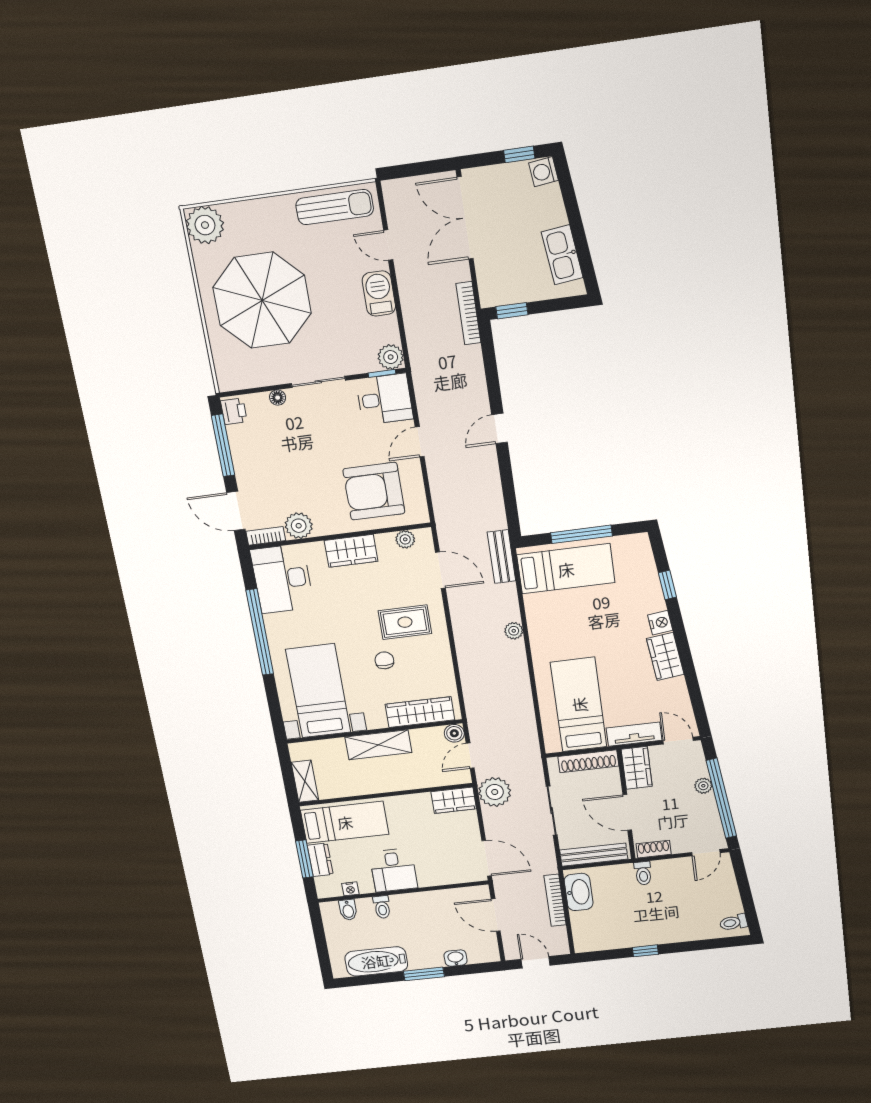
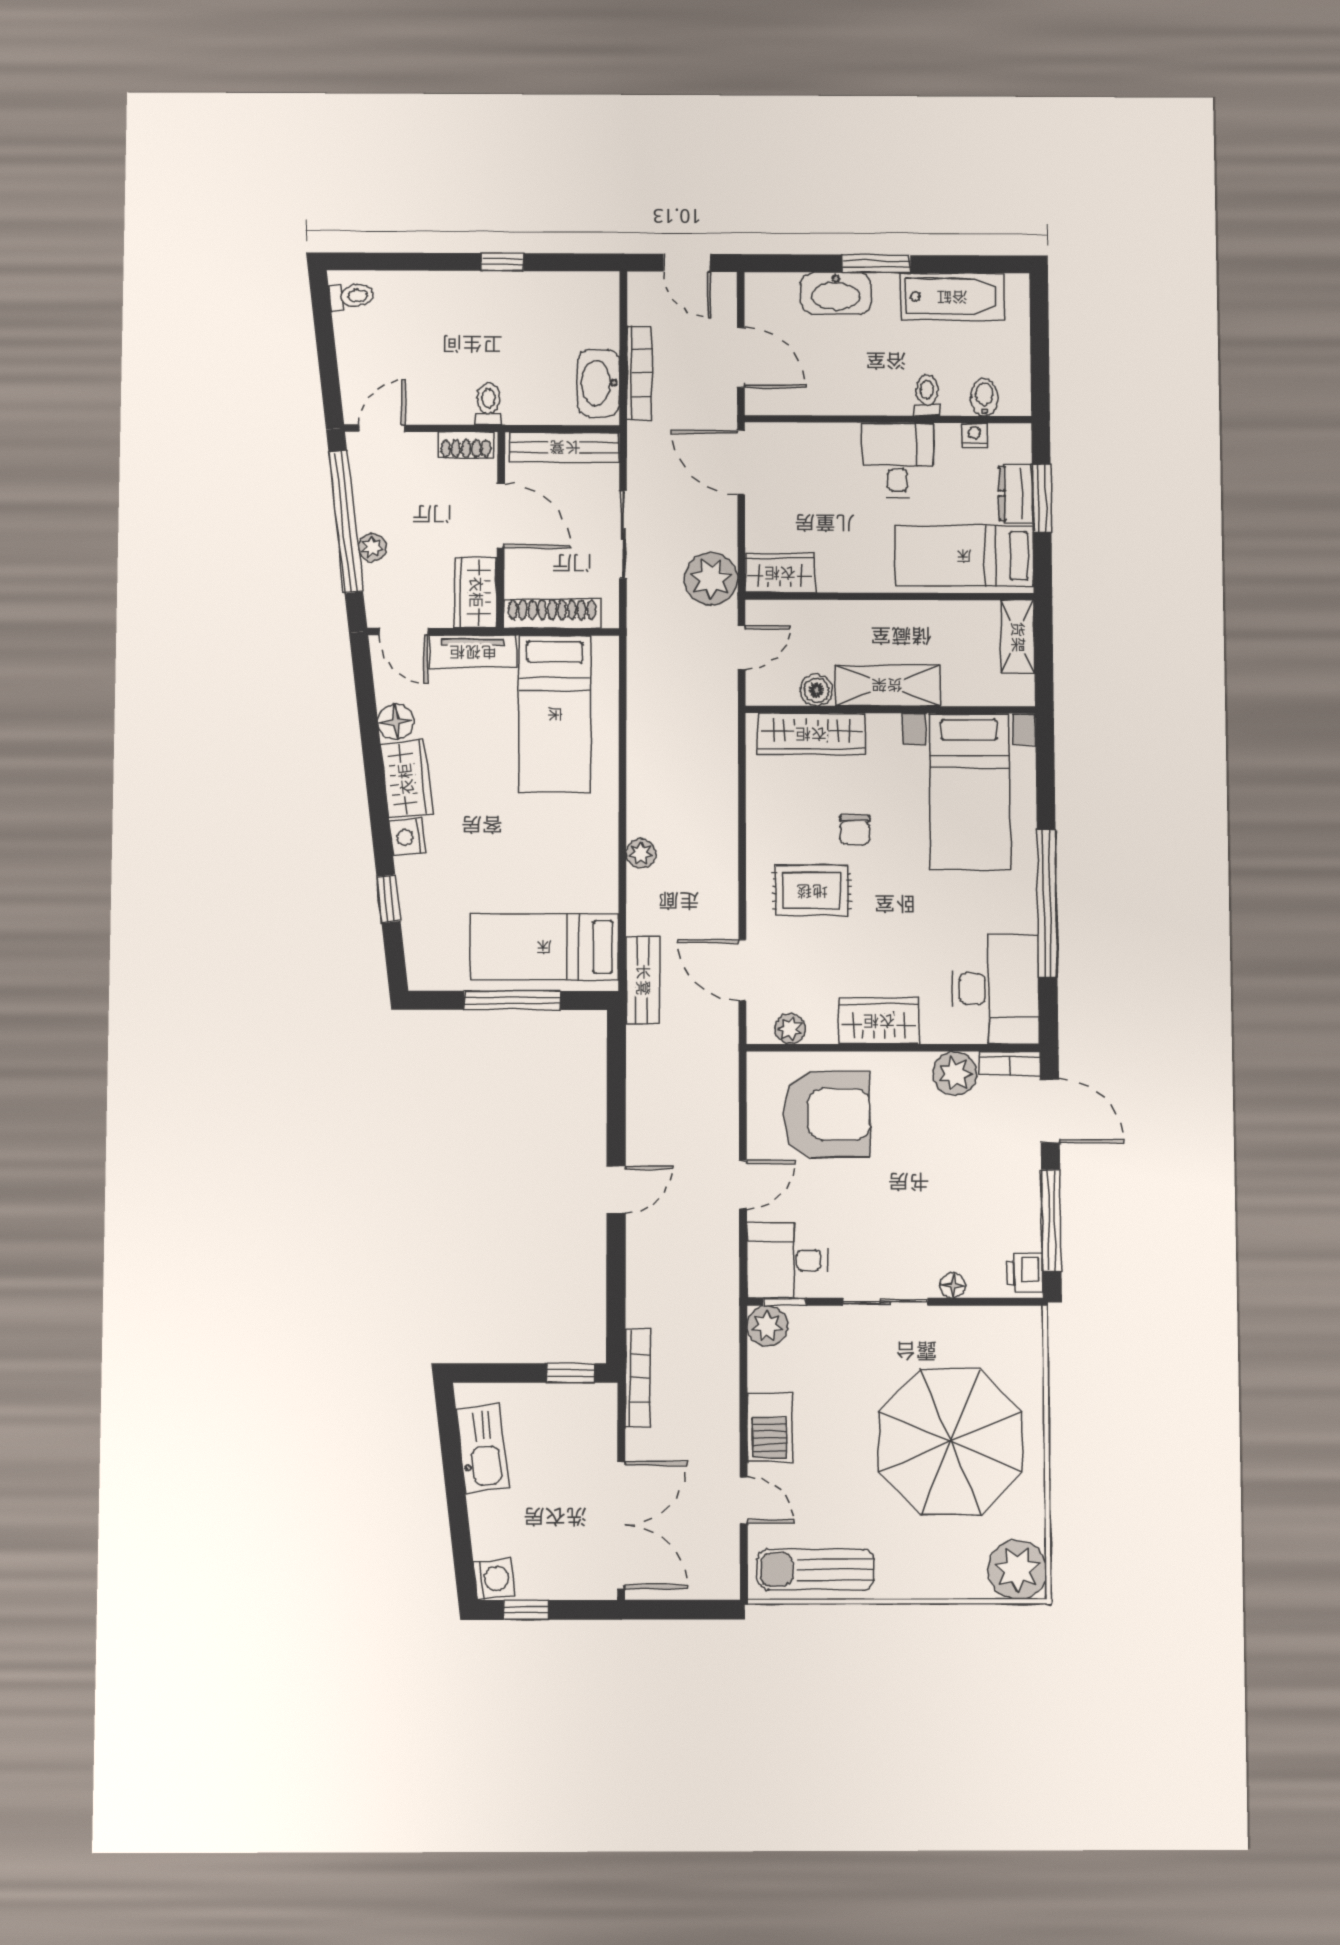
floor lamp: (676, 689) -> (396, 722), added
boiler: (454, 733) -> (816, 690), moved
washbasin: (456, 958) -> (836, 293), width x1.91, depth x1.45

